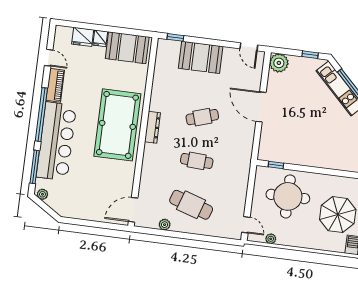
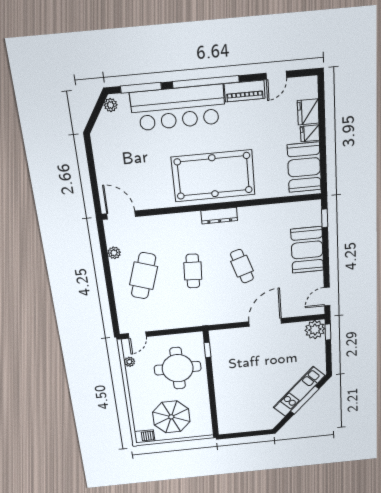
window: (310, 55) -> (328, 332), moved

